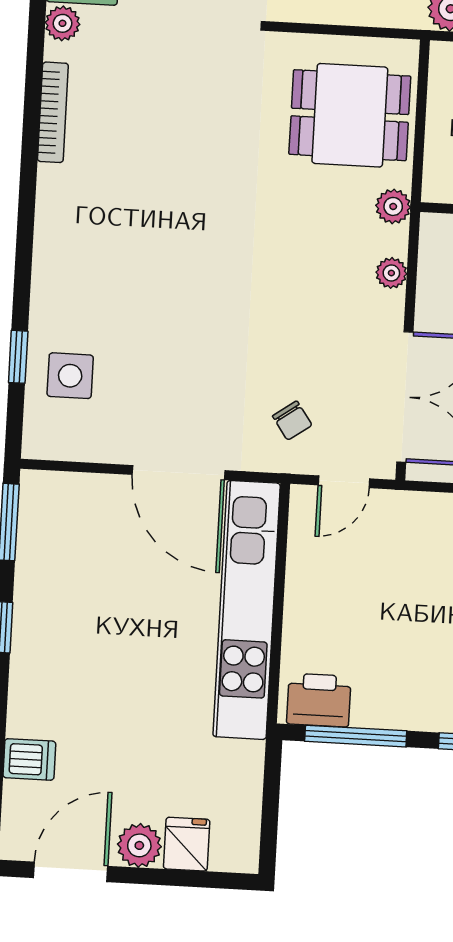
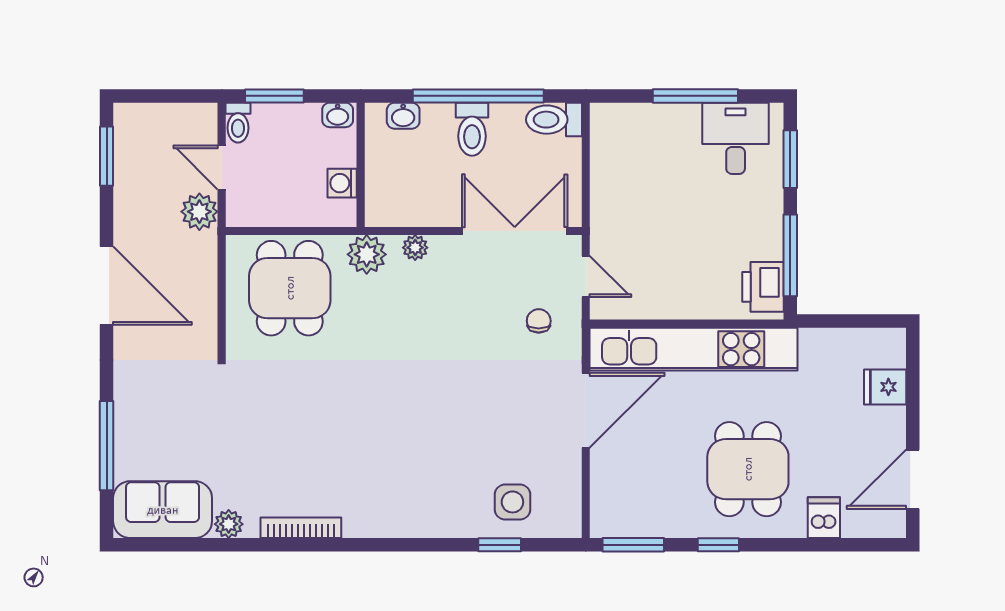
plant: (393, 206) -> (367, 254), width x1.38, depth x1.38
chair: (292, 421) -> (539, 321), turned -55
dining table: (94, 669) -> (748, 469), added
plant: (139, 845) -> (888, 425), removed
door: (71, 872) -> (913, 479), hinge flipped

